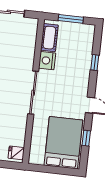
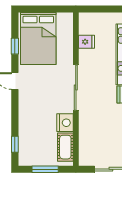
window: (95, 62) -> (15, 144), moved
fridge: (16, 153) -> (86, 42), moved

